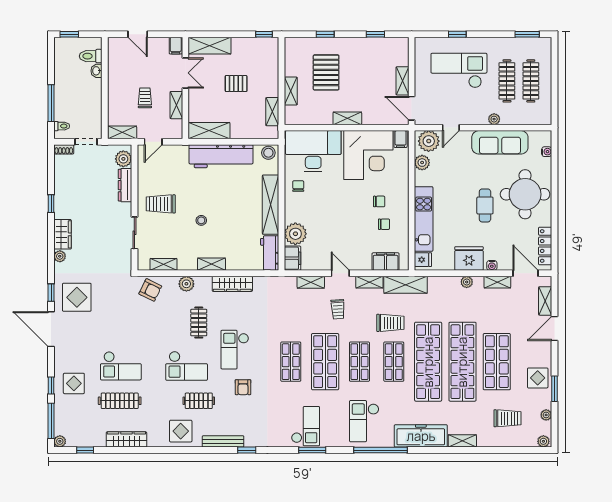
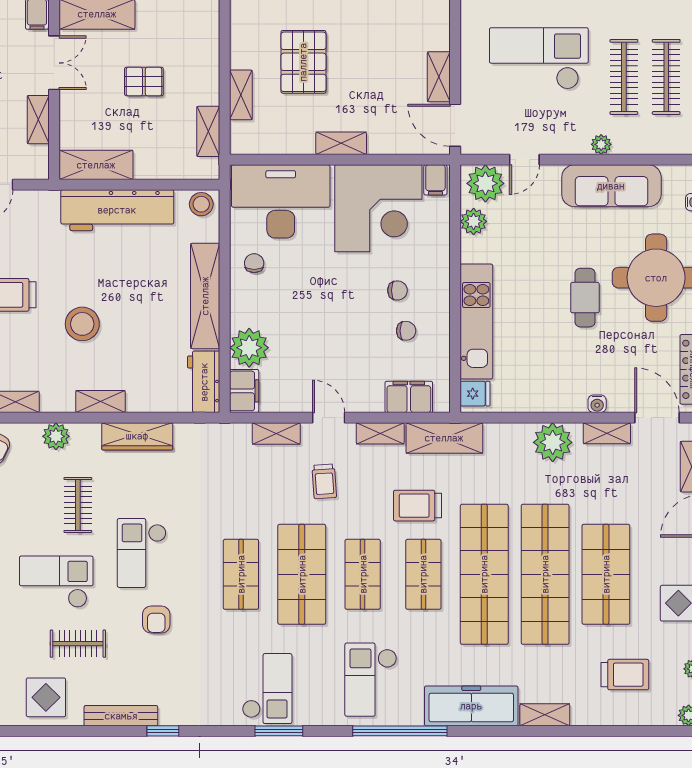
stool: (201, 220) -> (82, 324), width x1.89, depth x1.89
fridge: (469, 258) -> (557, 391), removed
plant: (467, 282) -> (553, 442), width x1.88, depth x1.88
trolley: (390, 323) -> (417, 506), turned 180
checkout: (187, 366) -> (56, 582), turned 180

